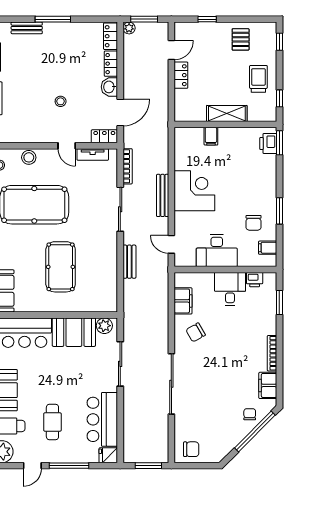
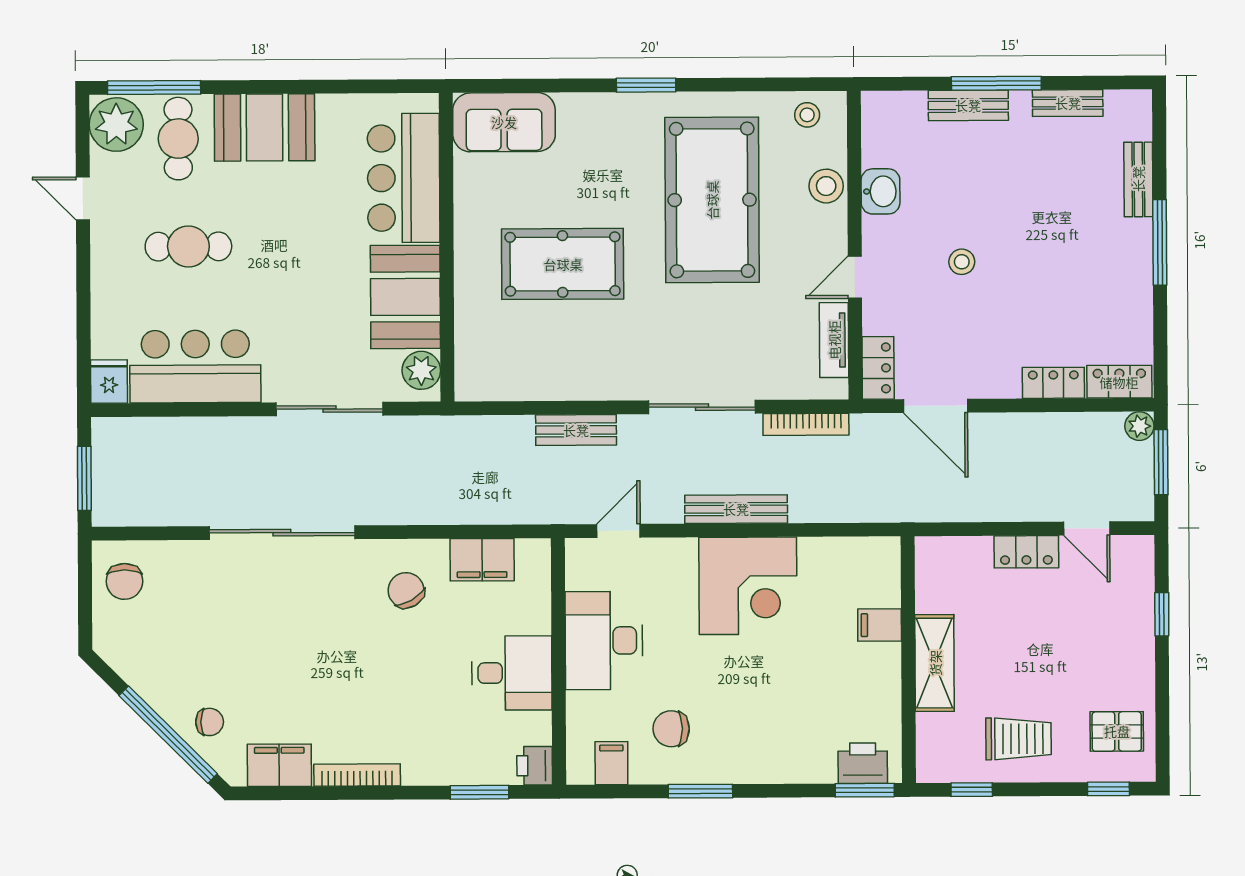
pallet: (241, 39) -> (1117, 731), moved
washbasin: (109, 87) -> (880, 191), moved, turned 90
printer: (255, 280) -> (535, 766), moved
window: (69, 466) -> (83, 287), removed

